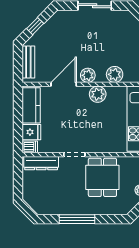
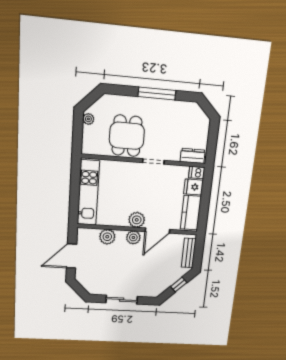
plant: (98, 94) -> (137, 220), moved
dresser: (41, 163) -> (193, 156), width x0.70

